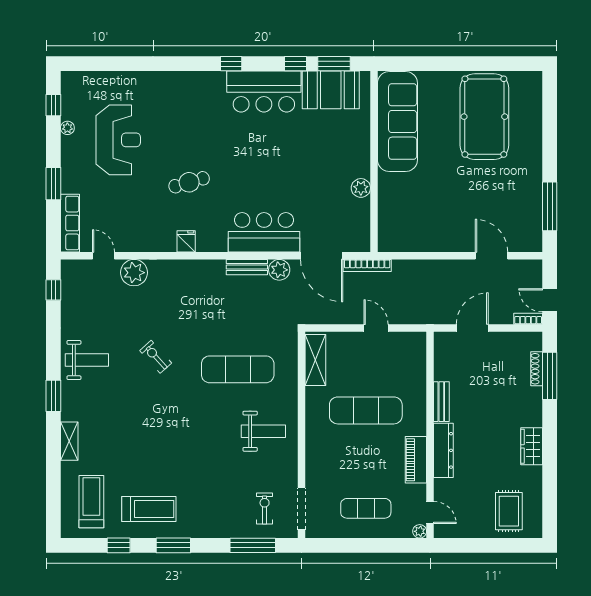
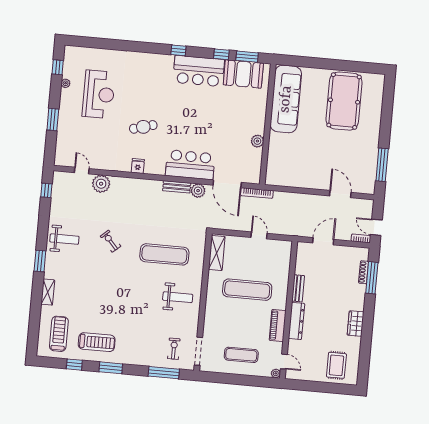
row of seats: (70, 223) -> (62, 147), removed

